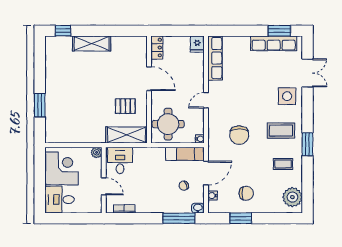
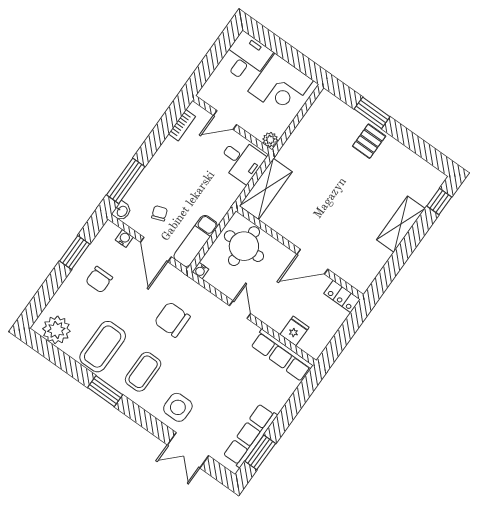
fridge: (197, 44) -> (295, 331), moved, turned 90
pallet: (125, 106) -> (369, 141), moved
coffee table: (283, 164) -> (103, 347), width x1.86, depth x1.72

